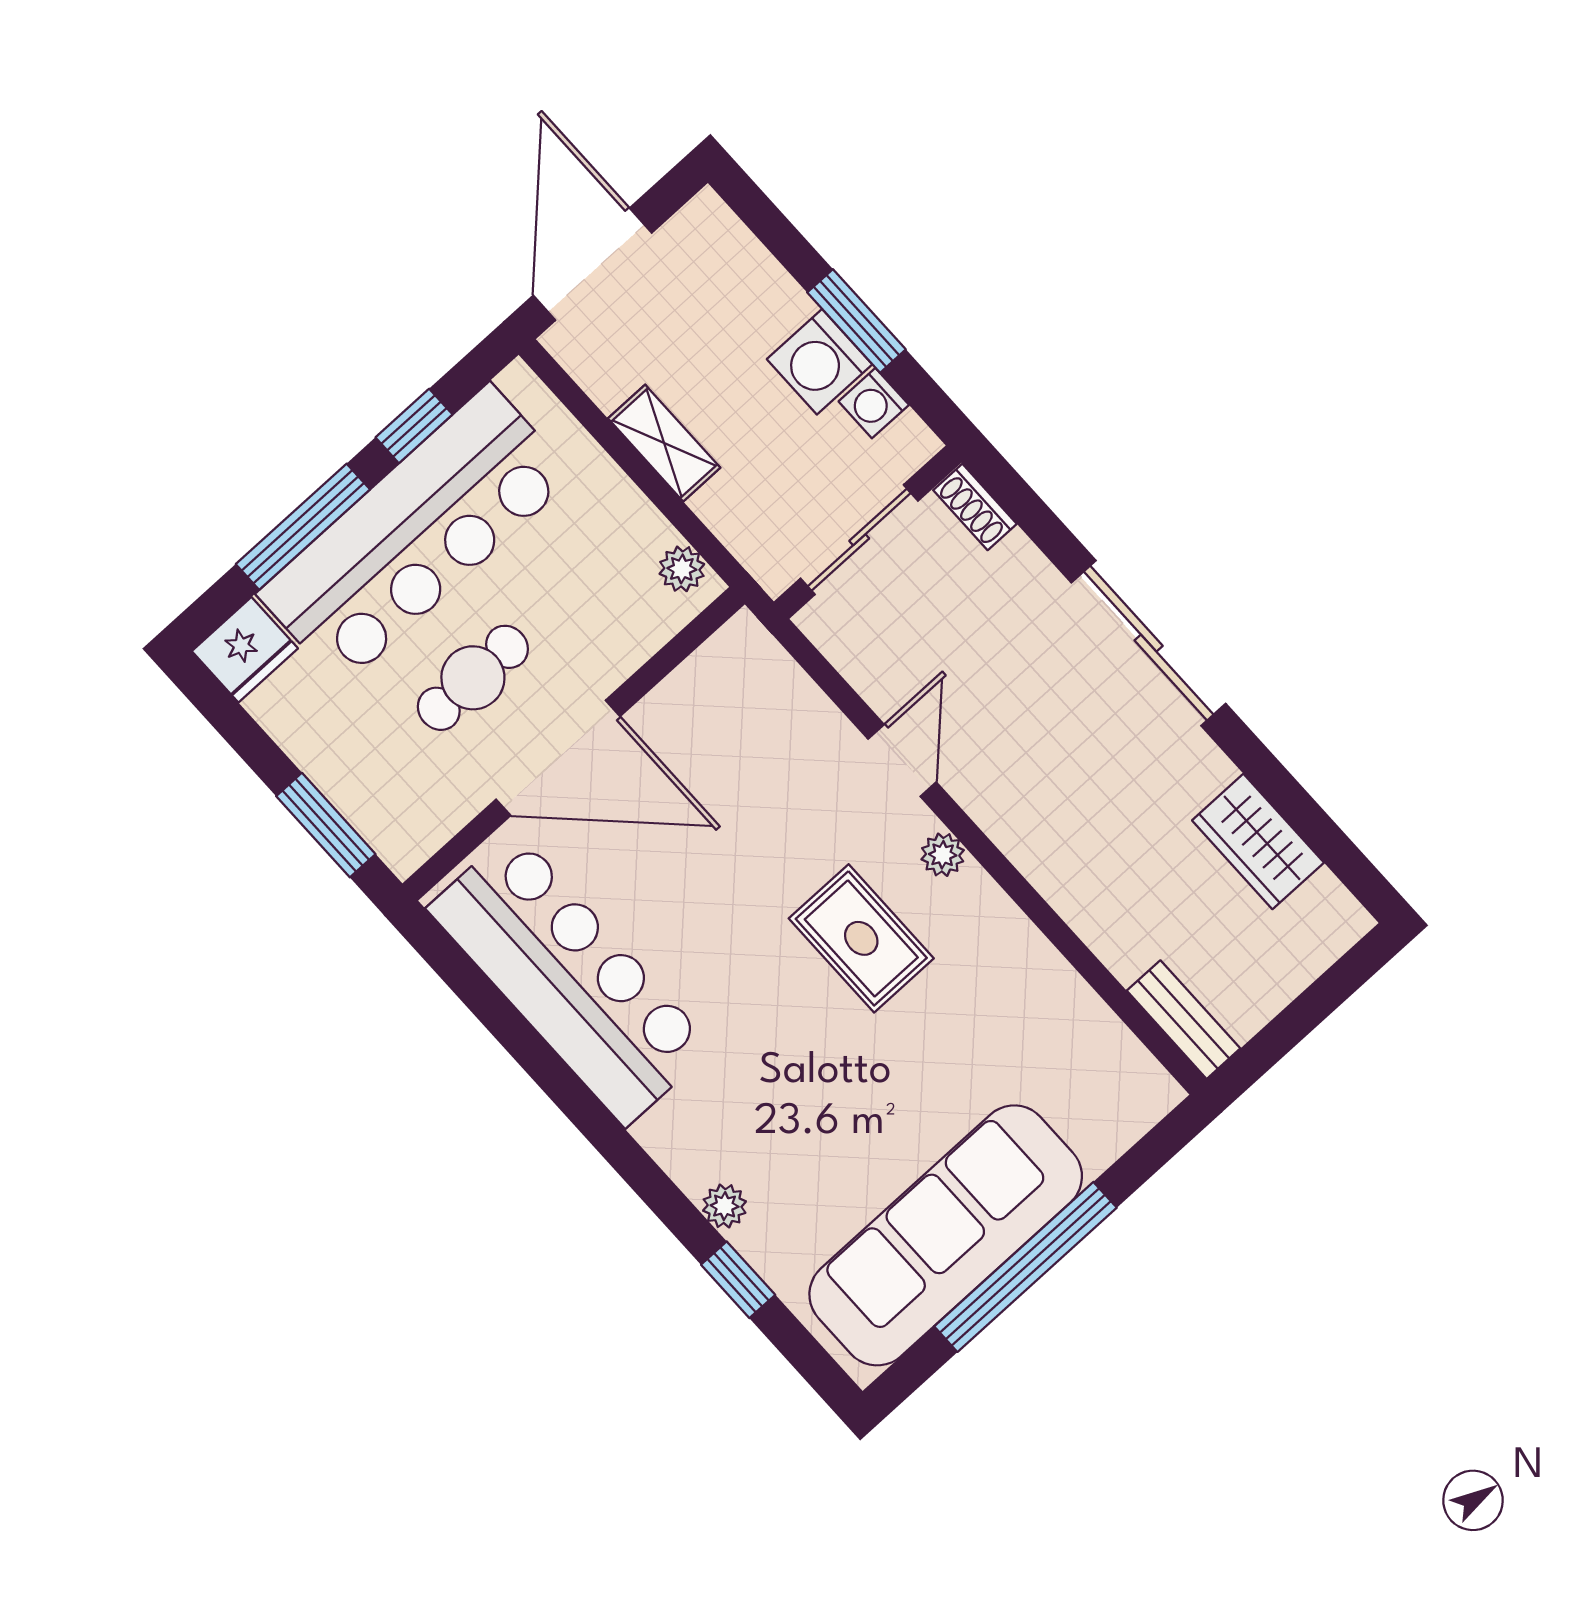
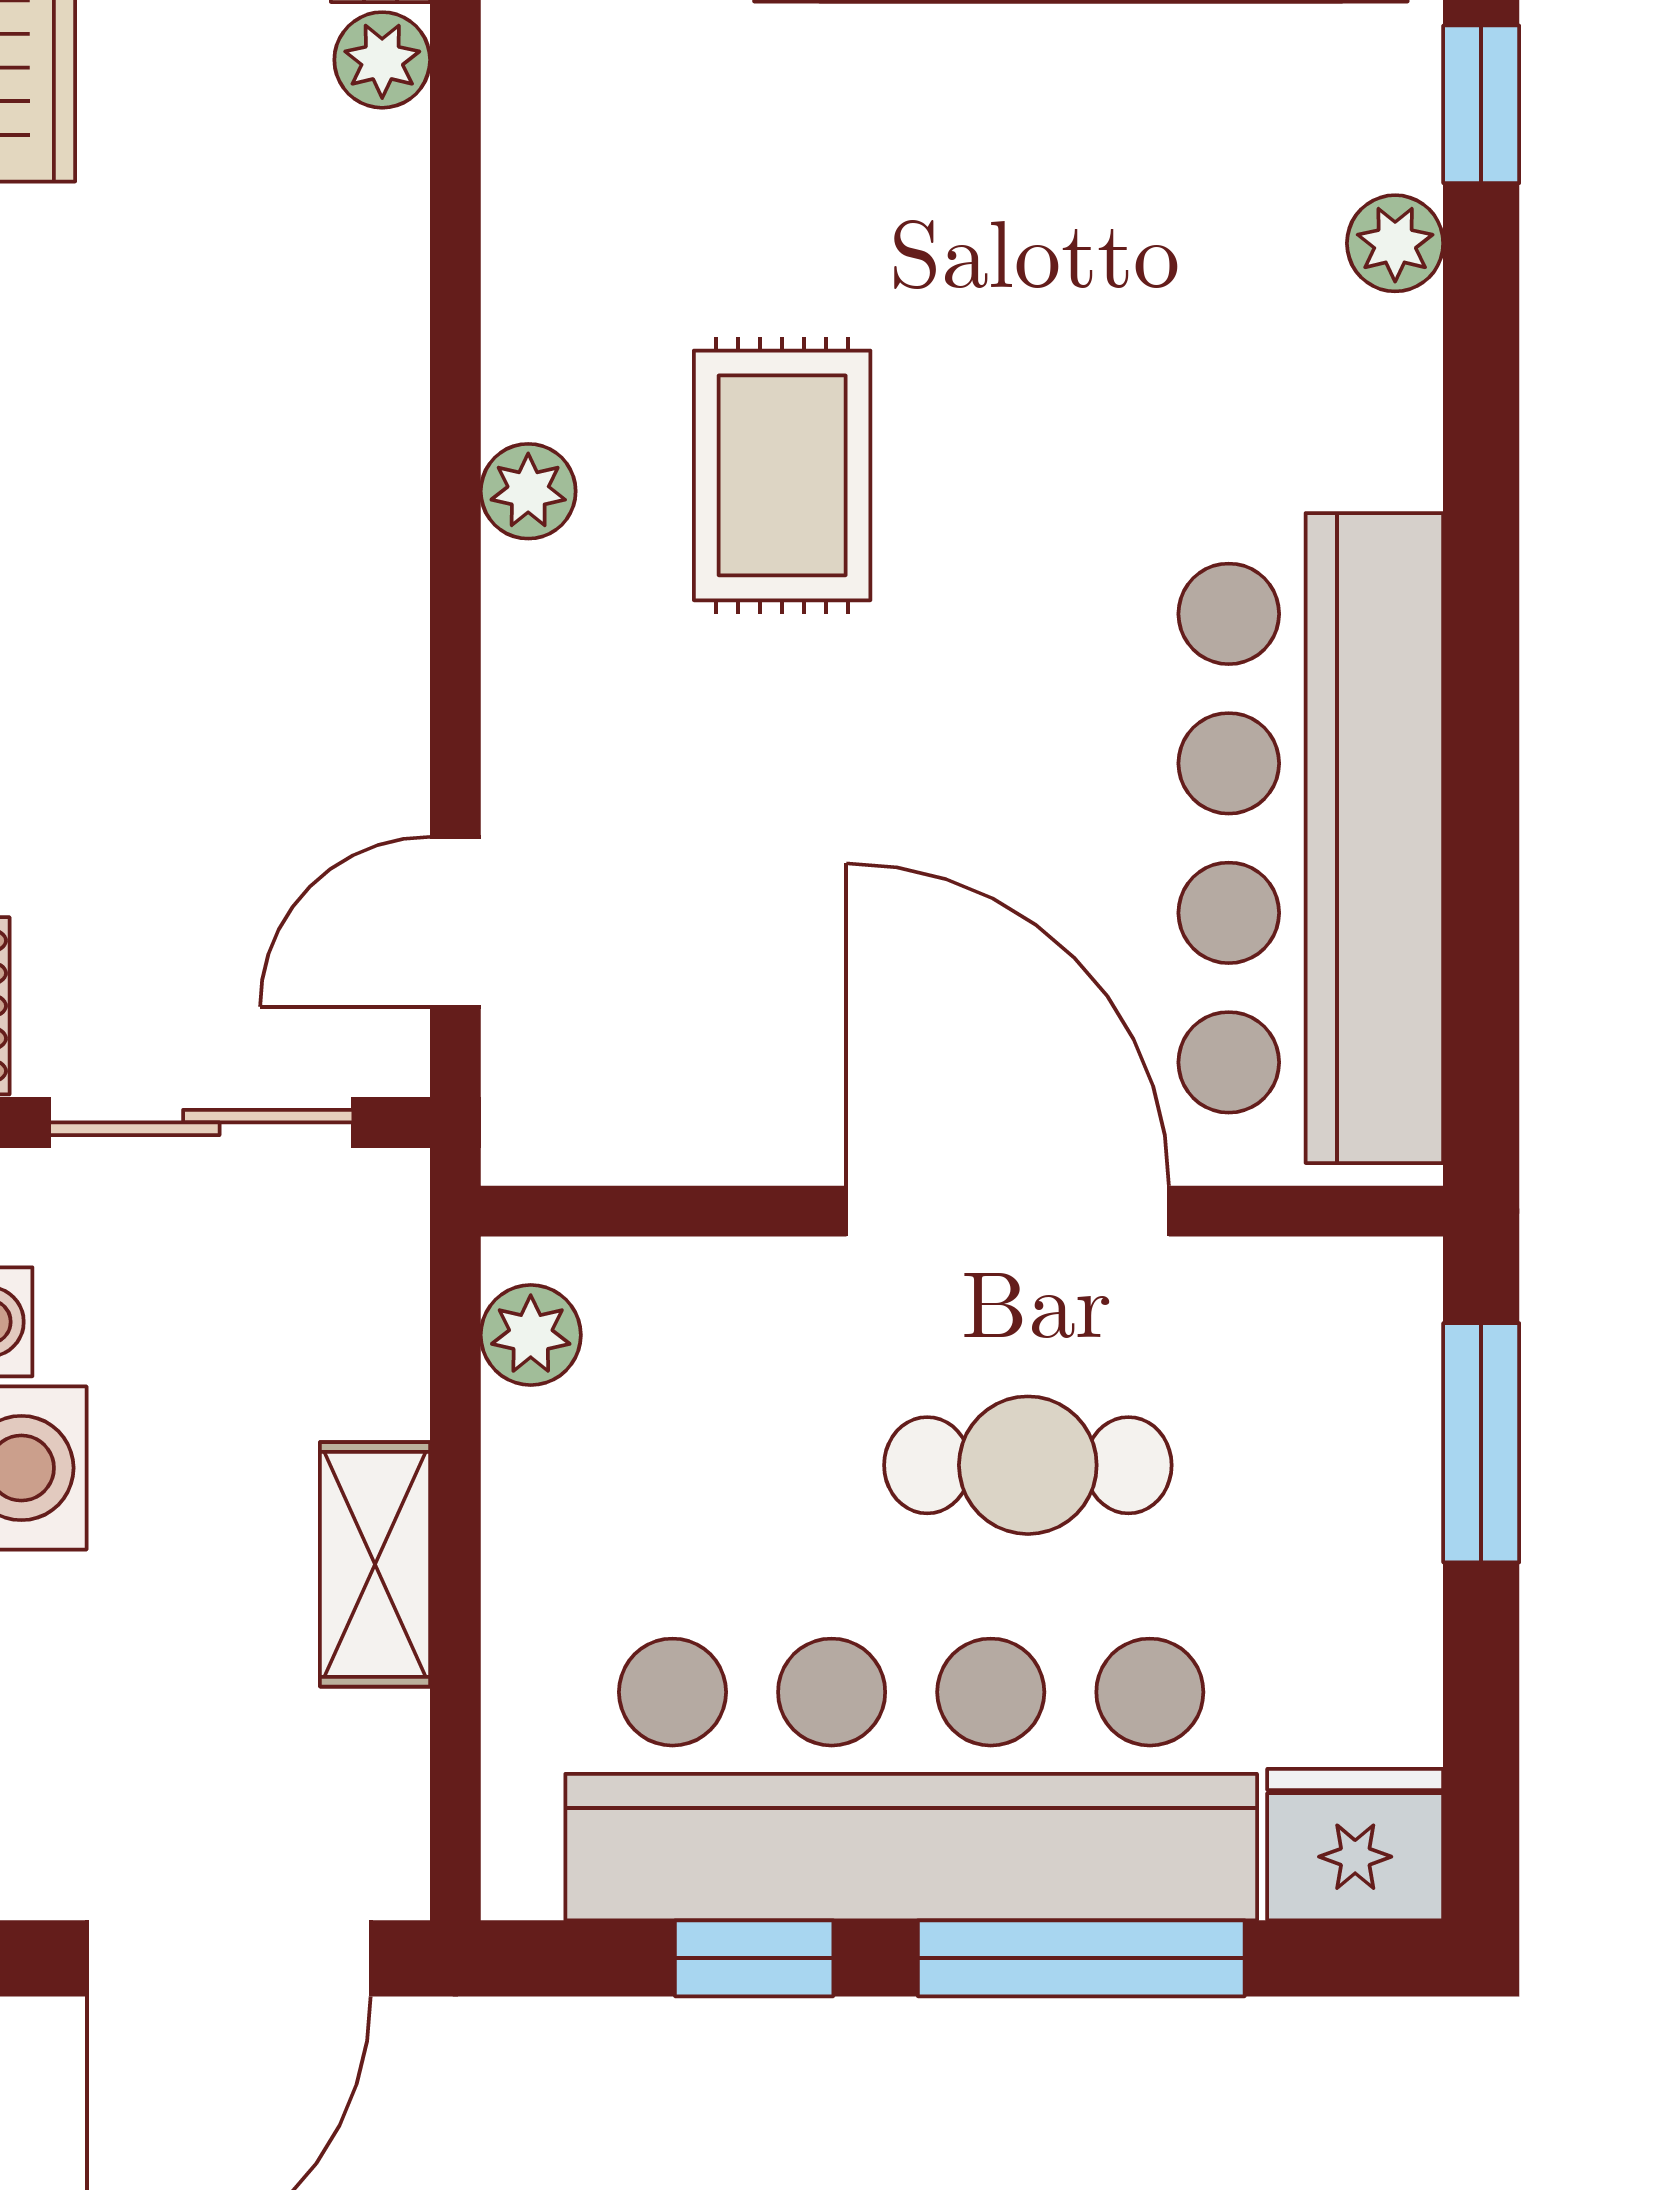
door: (902, 760) -> (455, 922), moved
plant: (1125, 956) -> (382, 60), added

